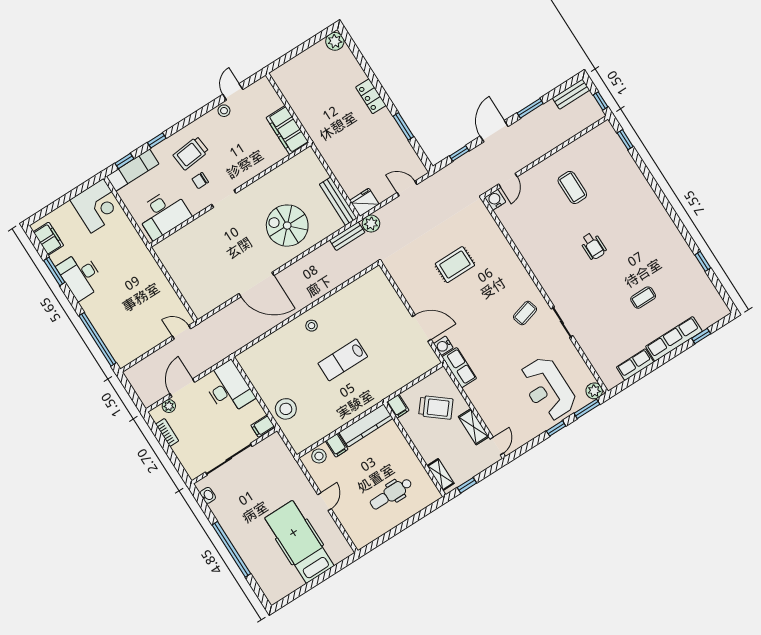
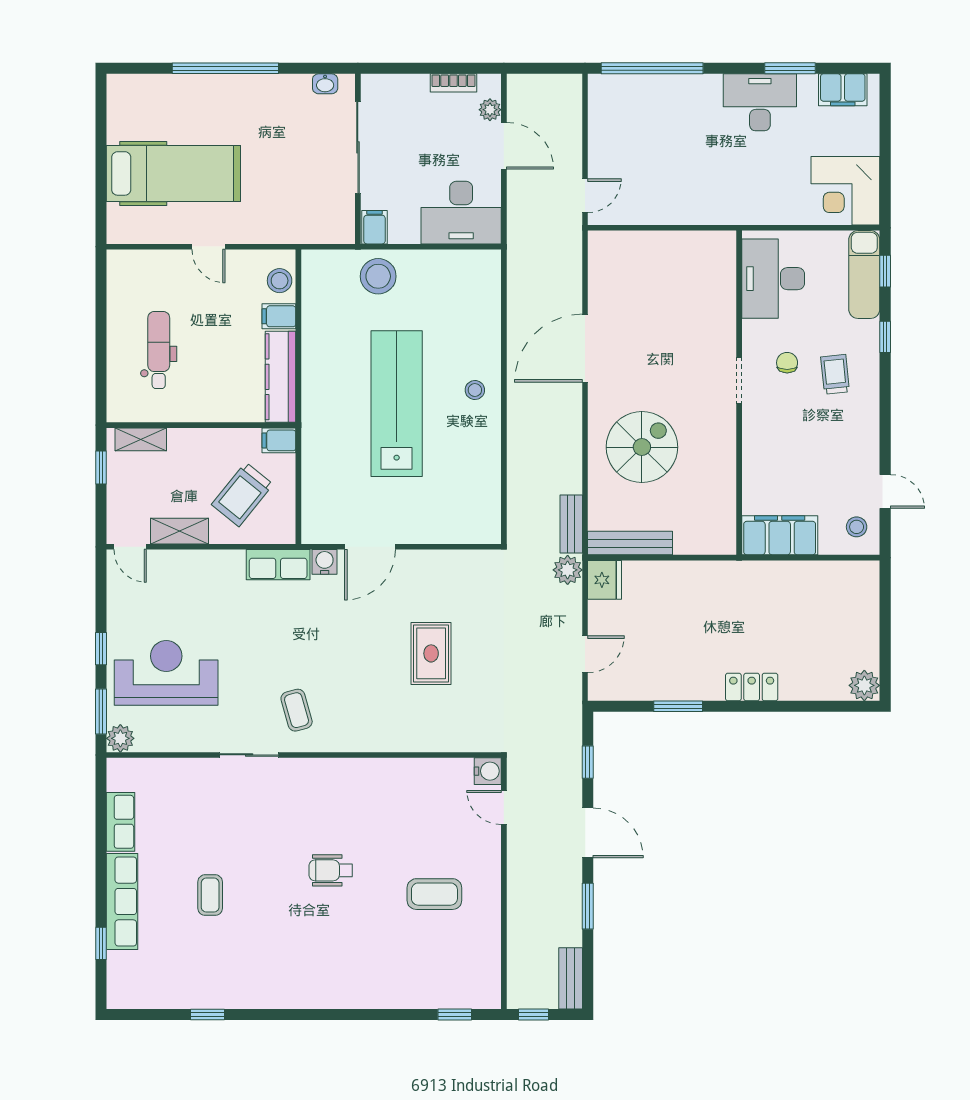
stool: (224, 111) -> (857, 527), moved
trolley: (191, 153) -> (835, 374), width x0.73, depth x0.72
lab bench: (343, 360) -> (397, 404), width x1.86, depth x1.39

